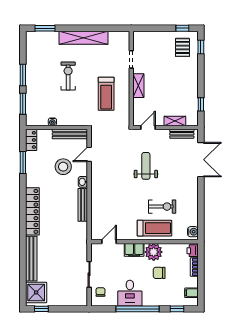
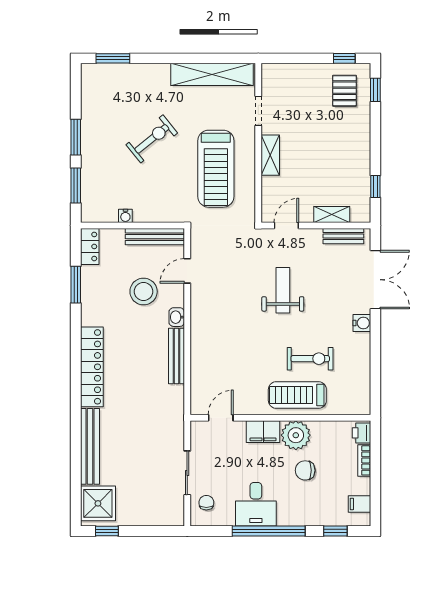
shelving: (83, 38) -> (212, 74), moved
exercise bike: (68, 76) -> (152, 139), turned 51
treadmill: (106, 94) -> (216, 169), width x1.37, depth x1.38
treadmill: (154, 228) -> (297, 395), turned 180
water cooler: (193, 232) -> (362, 323), moved

